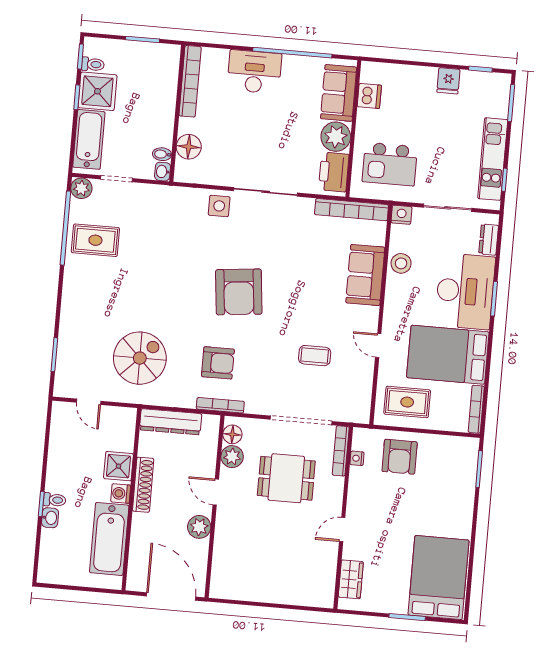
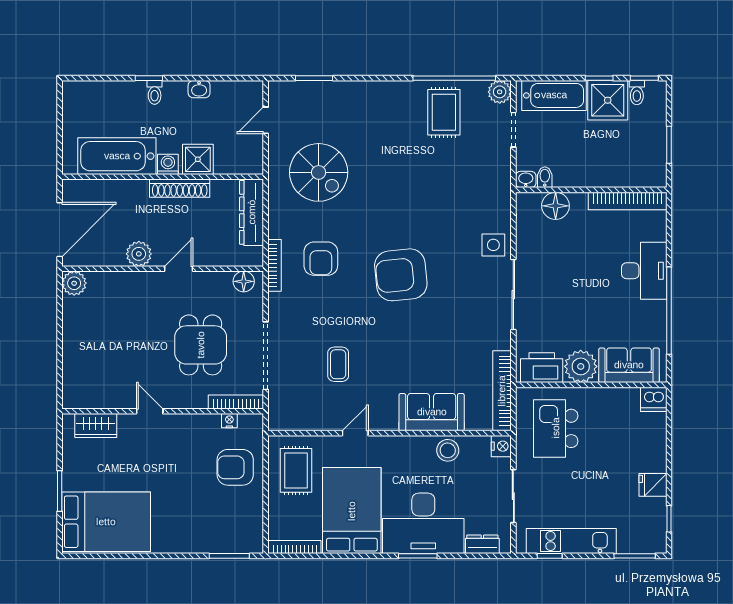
dishwasher: (369, 96) -> (654, 399), moved
plant: (232, 457) -> (74, 283), moved
washbasin: (50, 518) -> (199, 89), moved

